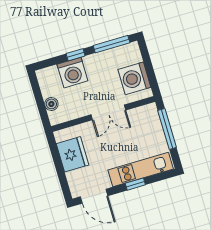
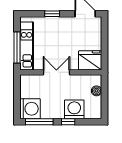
washing machine: (134, 78) -> (30, 109), moved
fridge: (72, 154) -> (90, 60), moved, turned 90
kitchen unit: (141, 169) -> (27, 46), moved, turned -90

